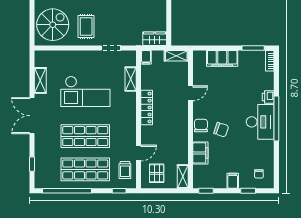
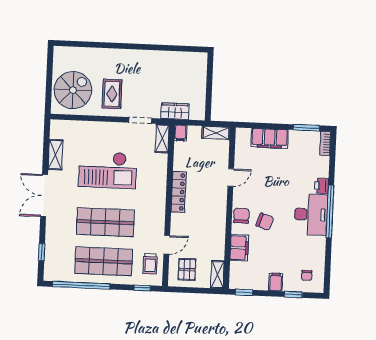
wardrobe: (155, 39) -> (175, 111), moved
shelving: (131, 79) -> (162, 139), moved

